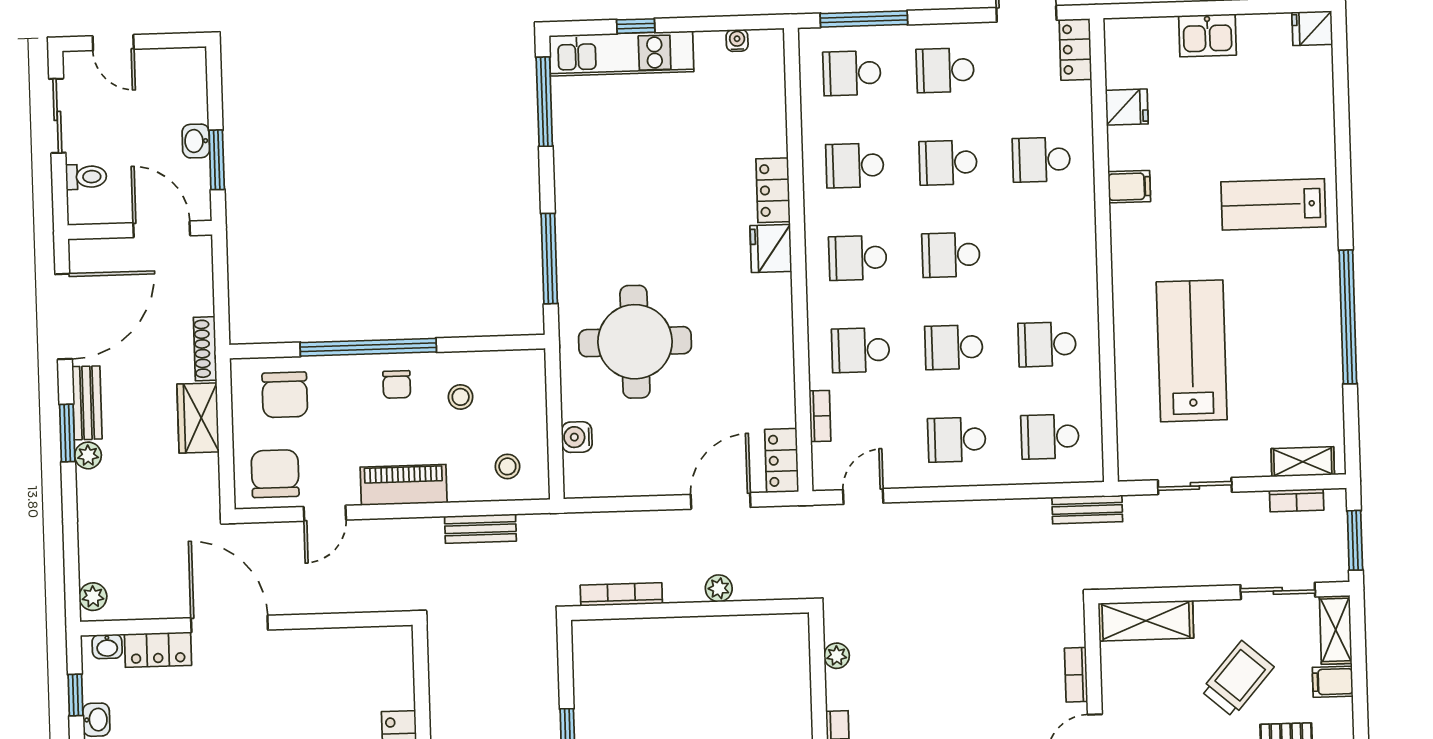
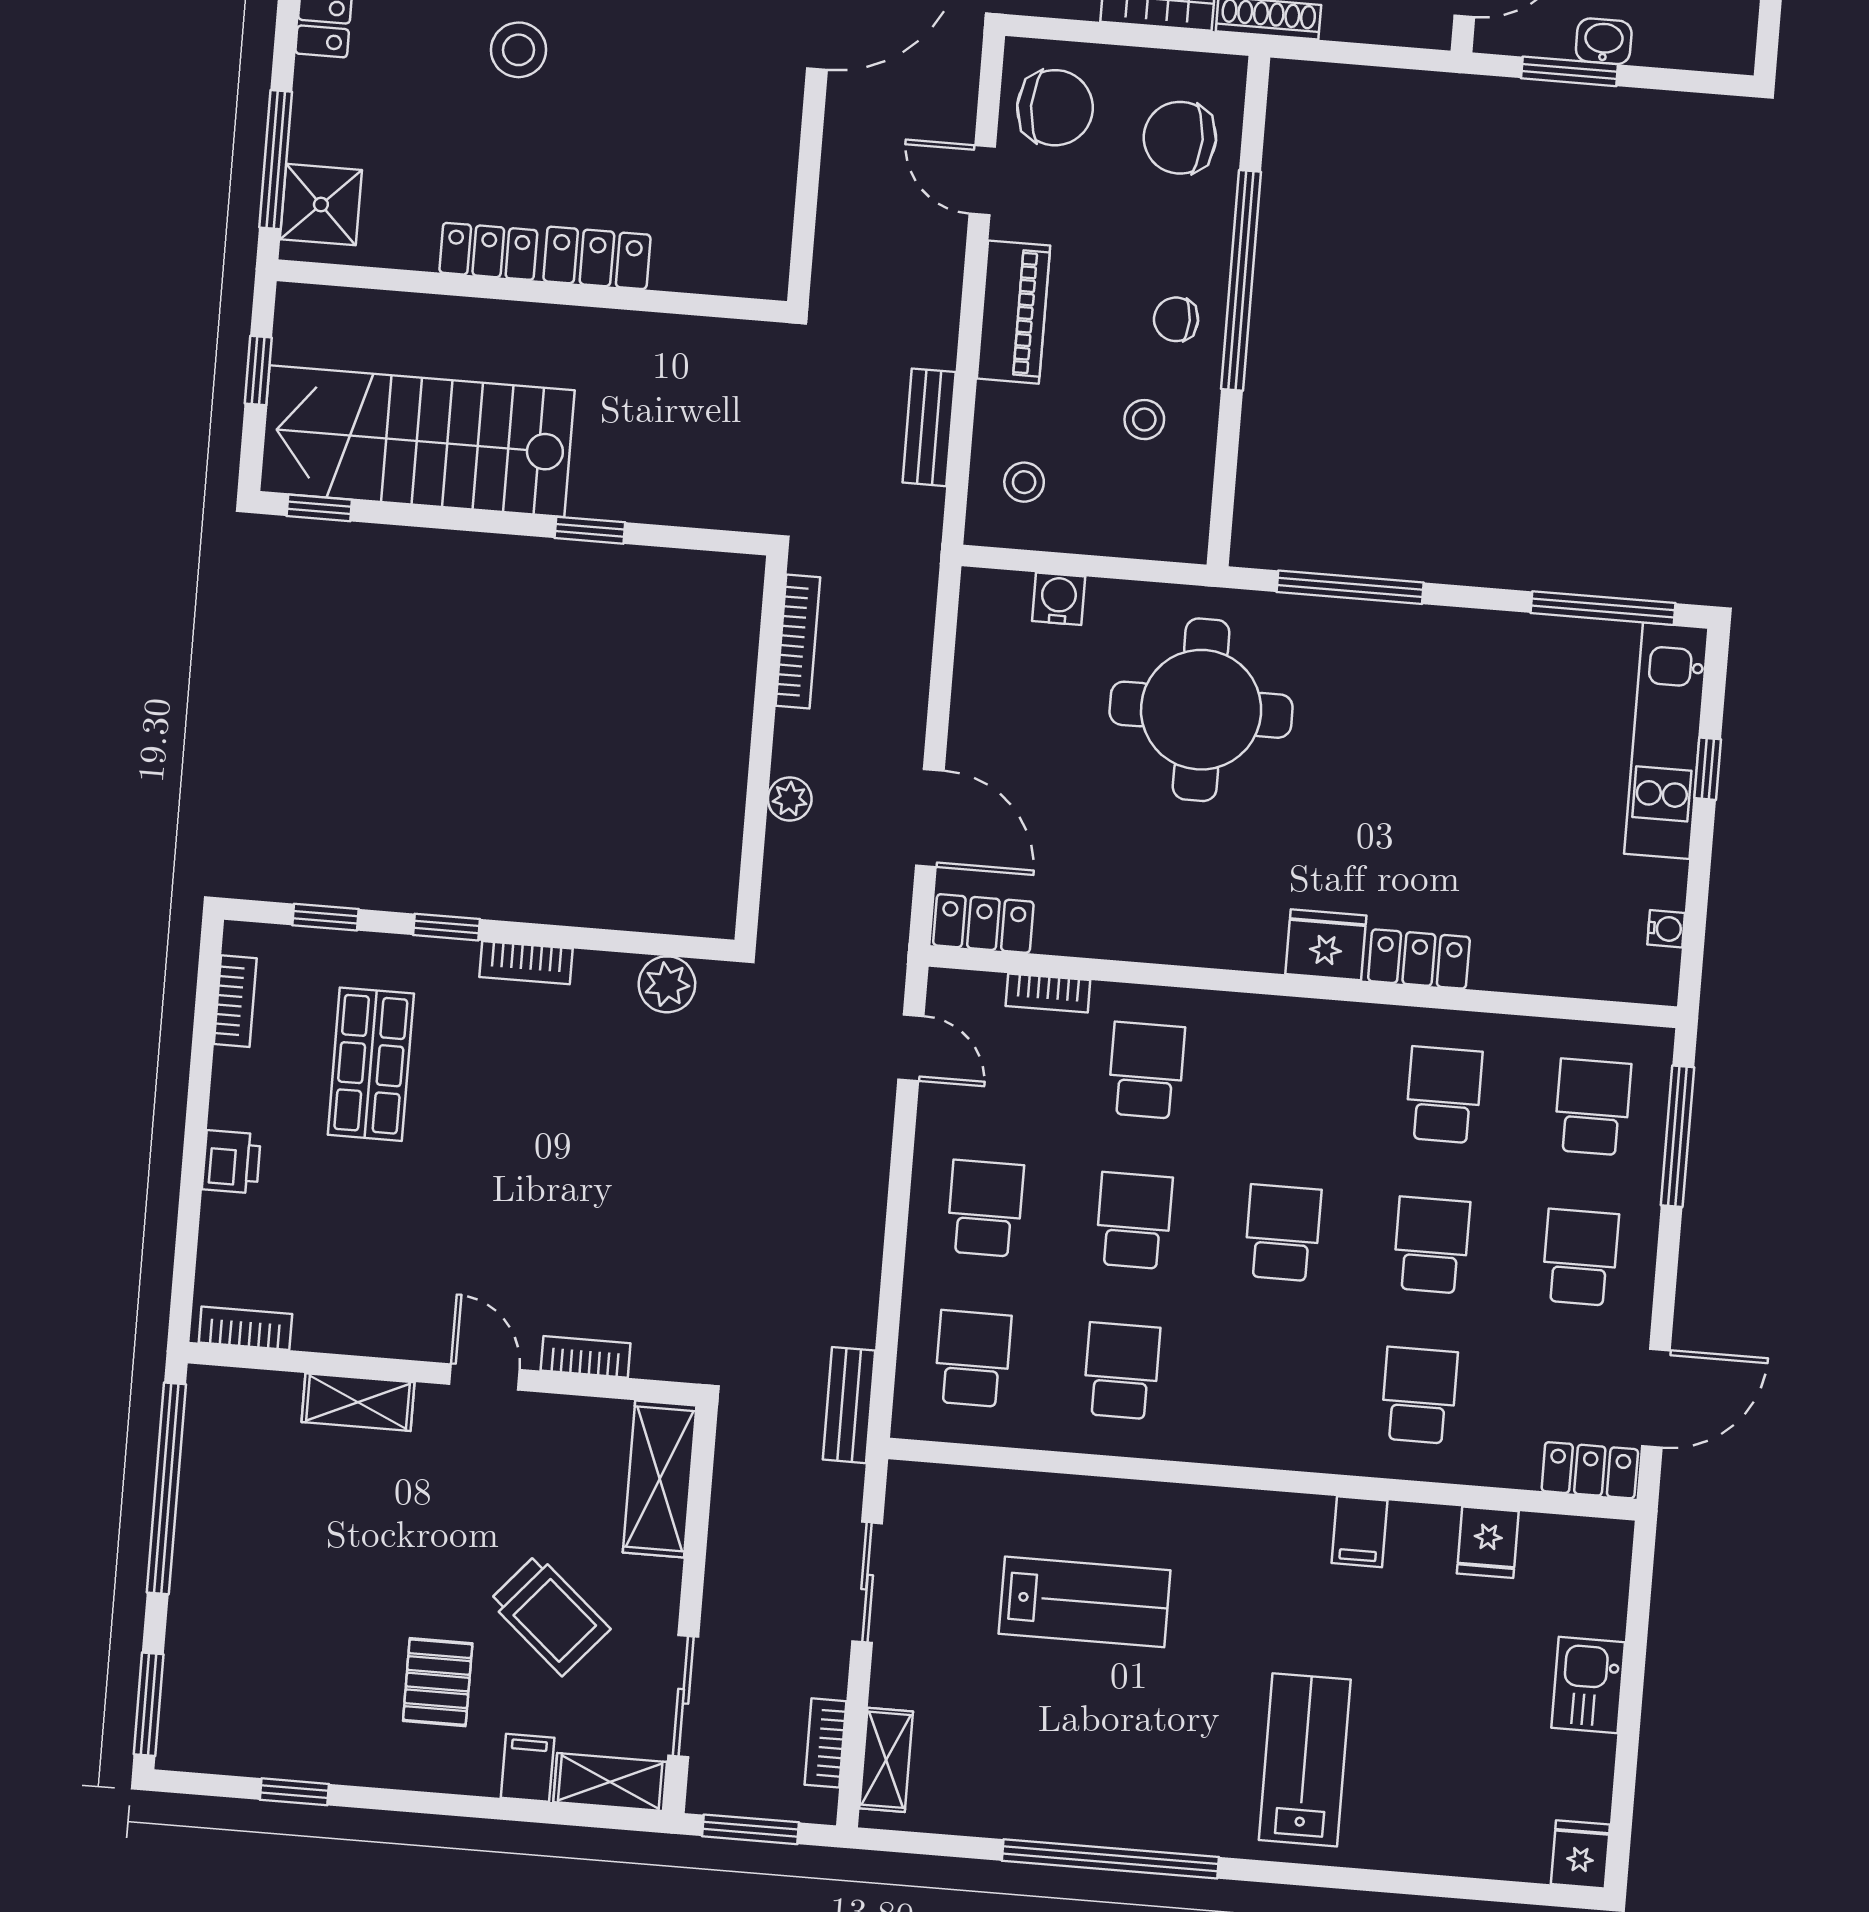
school desk: (858, 258) -> (1295, 1083), removed
lab bench: (1192, 351) -> (1085, 1602), width x0.73, depth x0.72
plant: (837, 656) -> (667, 984), width x1.38, depth x1.38

